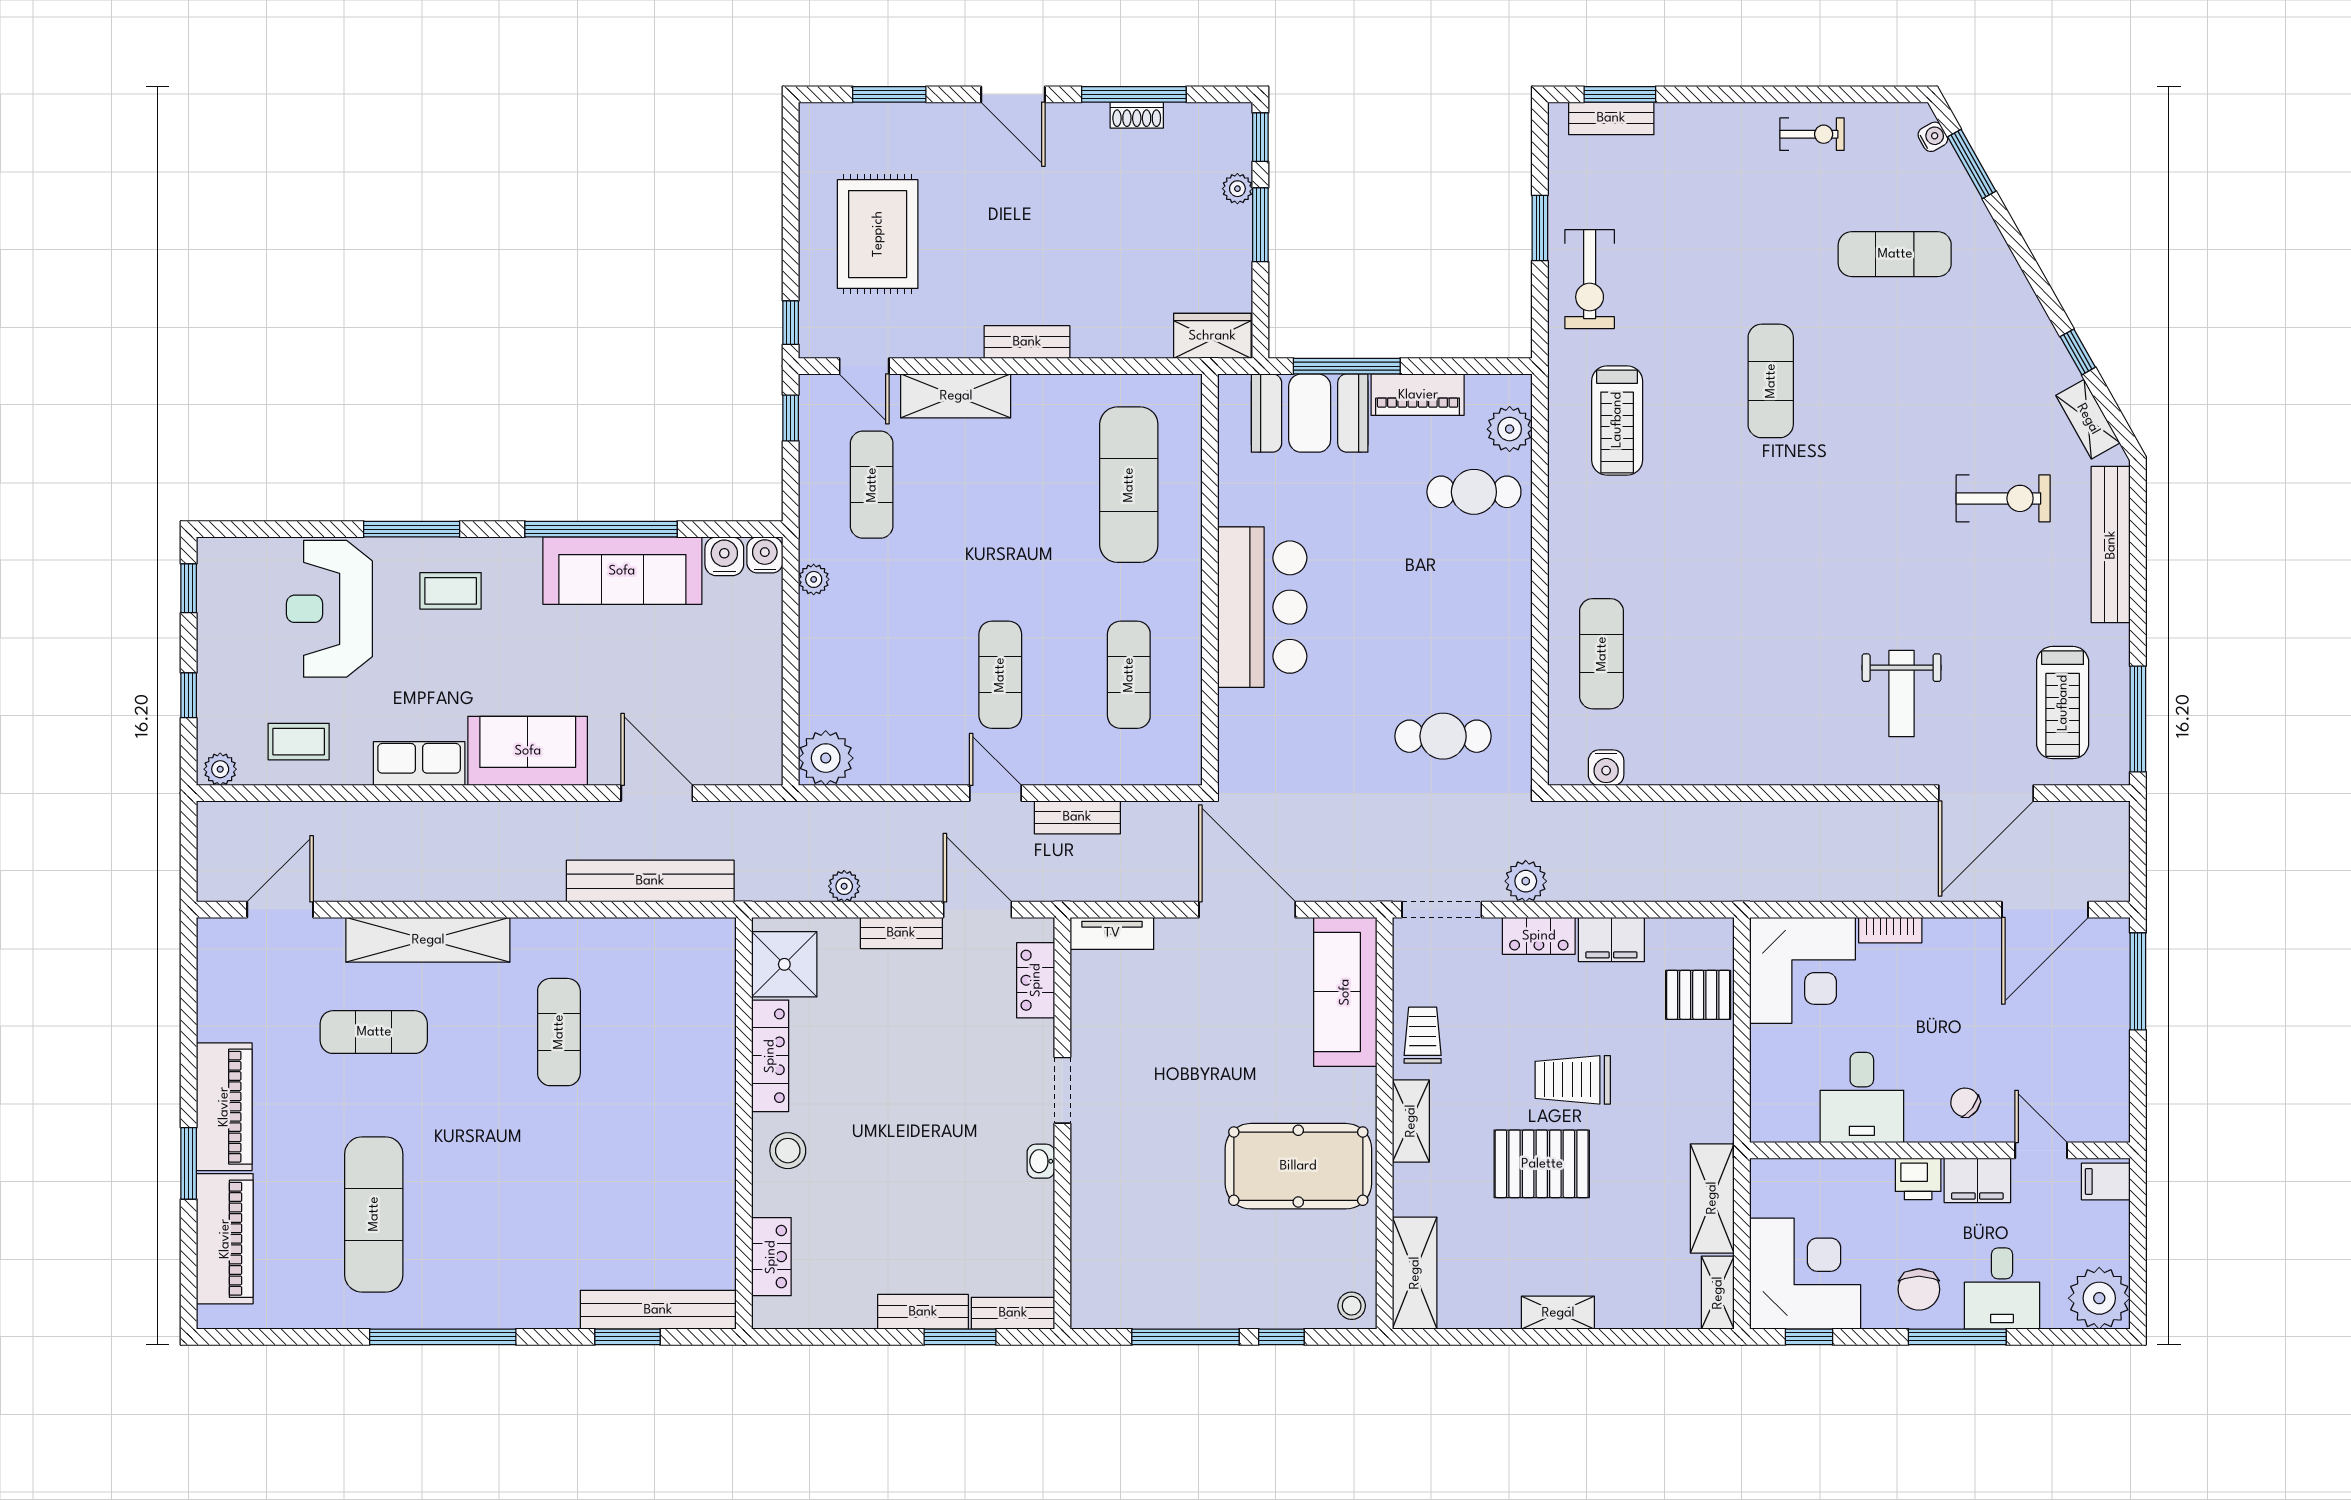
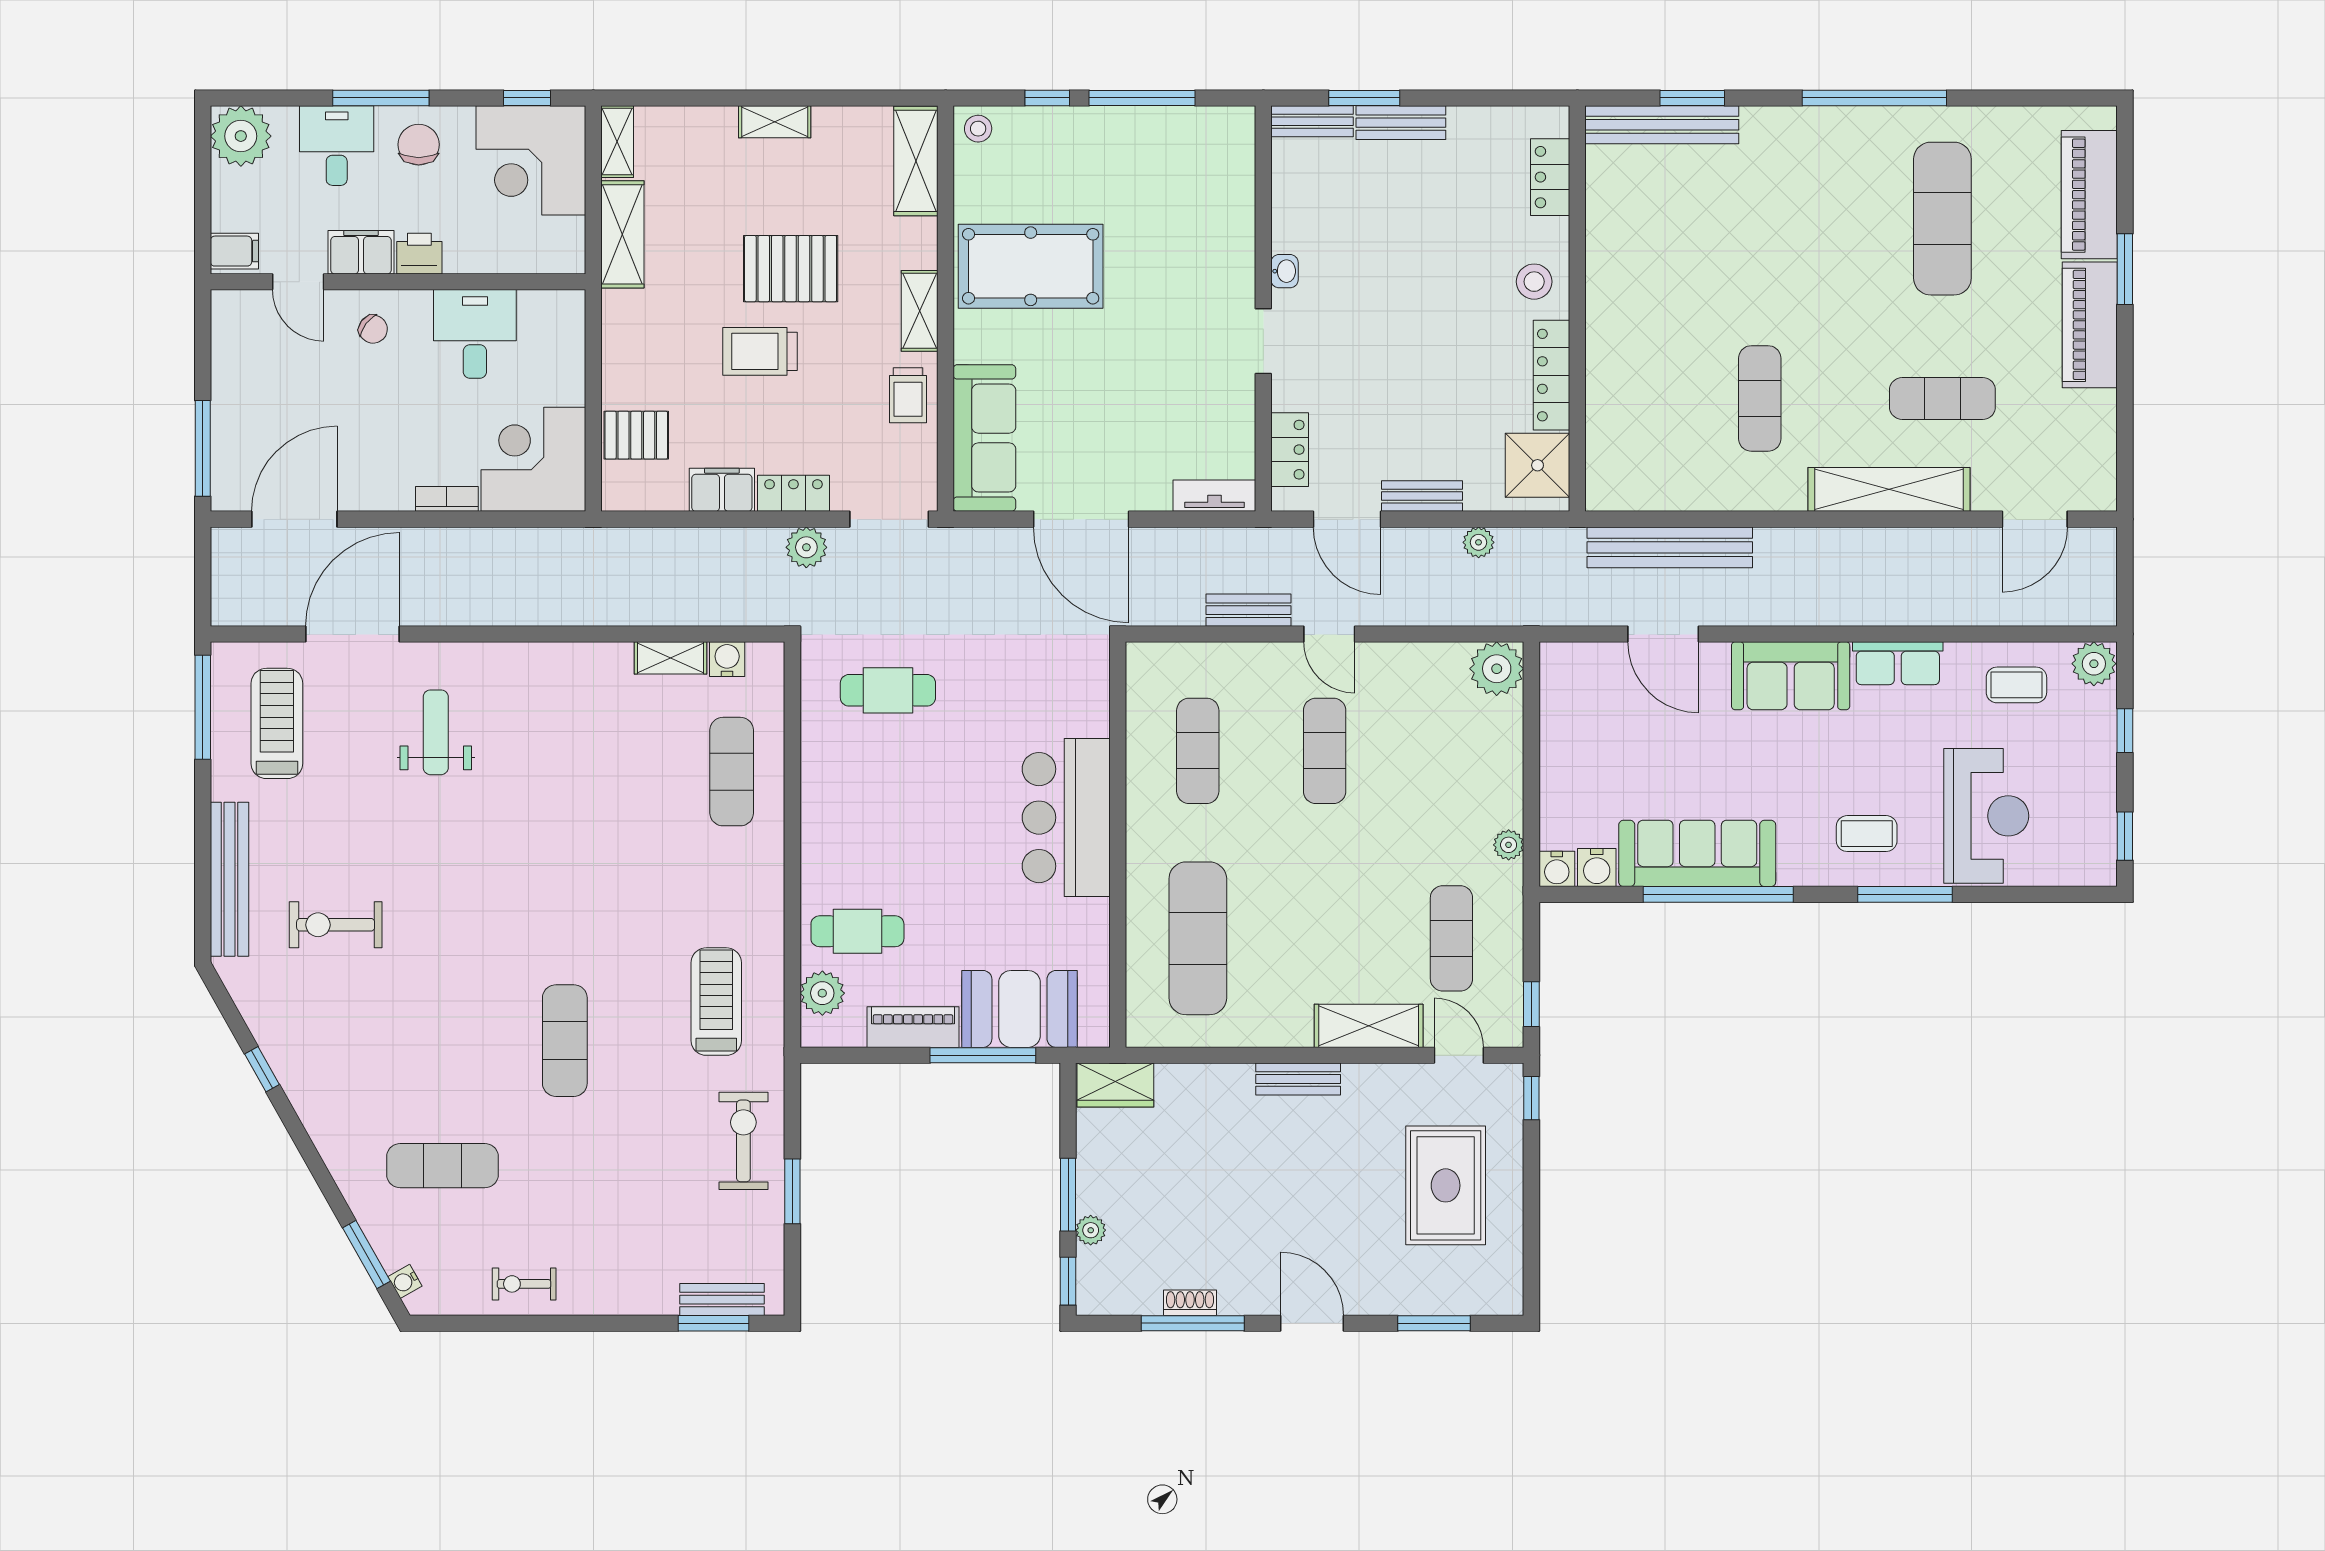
shelving: (2088, 419) -> (670, 658), moved, turned -61
plant: (220, 769) -> (2094, 664), width x1.38, depth x1.38
trolley: (1573, 1080) -> (760, 351), turned 180

